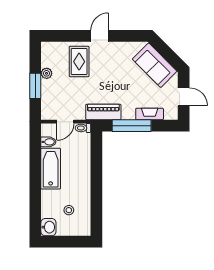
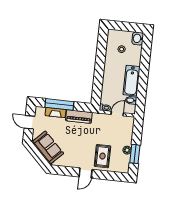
window: (35, 86) -> (135, 154), moved
piano: (103, 112) -> (79, 116), moved
window: (132, 126) -> (59, 104), moved

